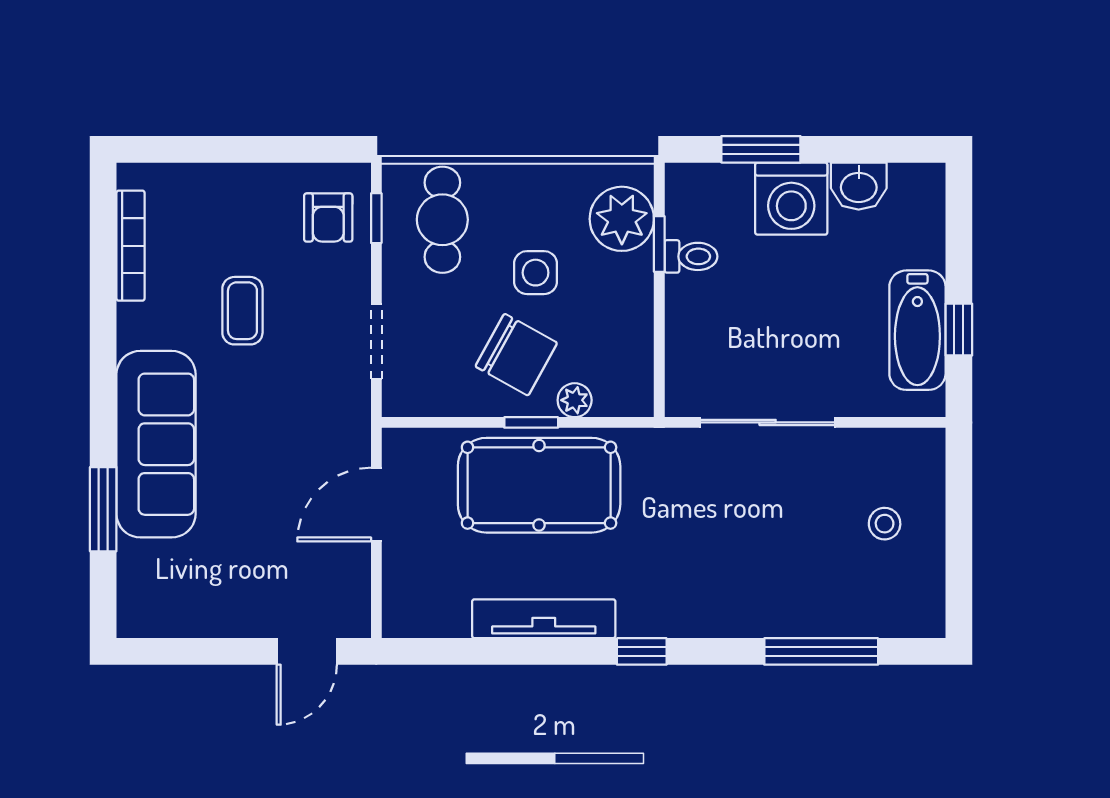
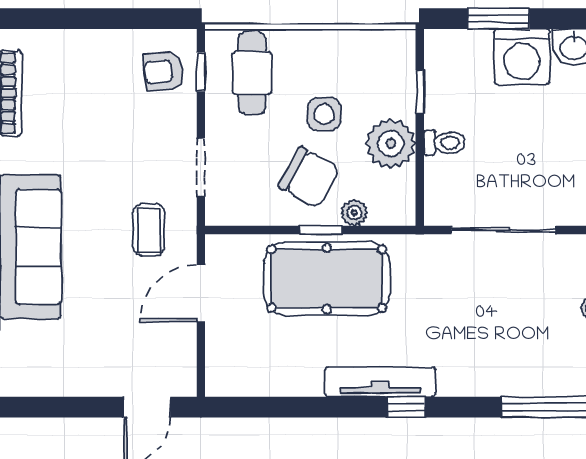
armchair: (328, 217) -> (164, 71), turned 85
plant: (622, 219) -> (391, 143), moved
toilet: (691, 256) -> (444, 143), moved
coffee table: (242, 311) -> (149, 230), moved
tv unit: (544, 619) -> (380, 382), moved

